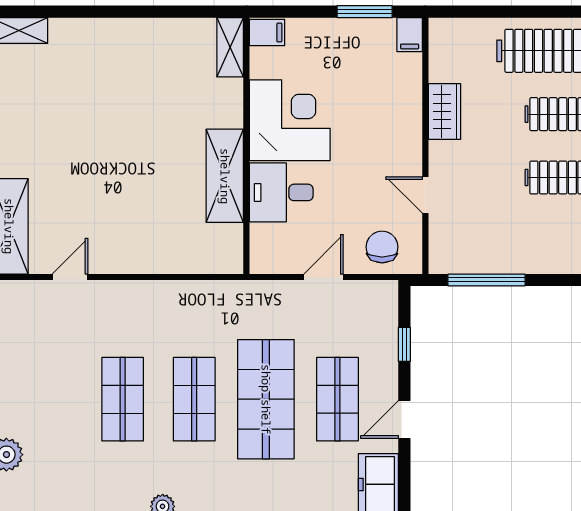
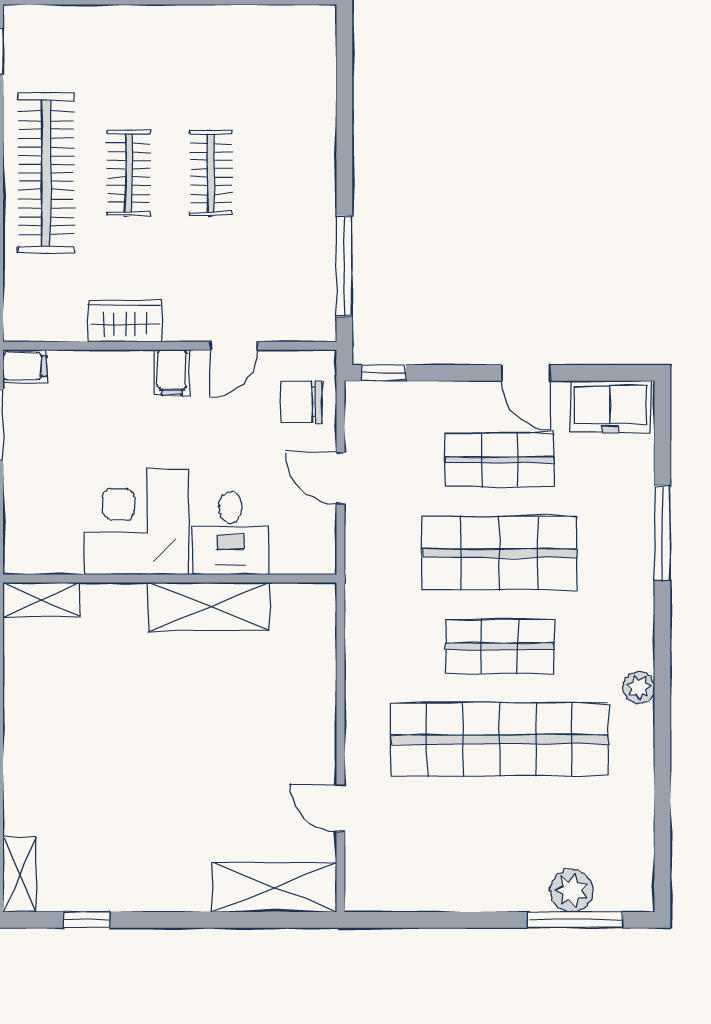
filing cabinet: (267, 32) -> (172, 372), moved, turned 180
window: (404, 344) -> (384, 373), moved
shop shelf: (123, 399) -> (499, 739), width x2.00, depth x1.36

